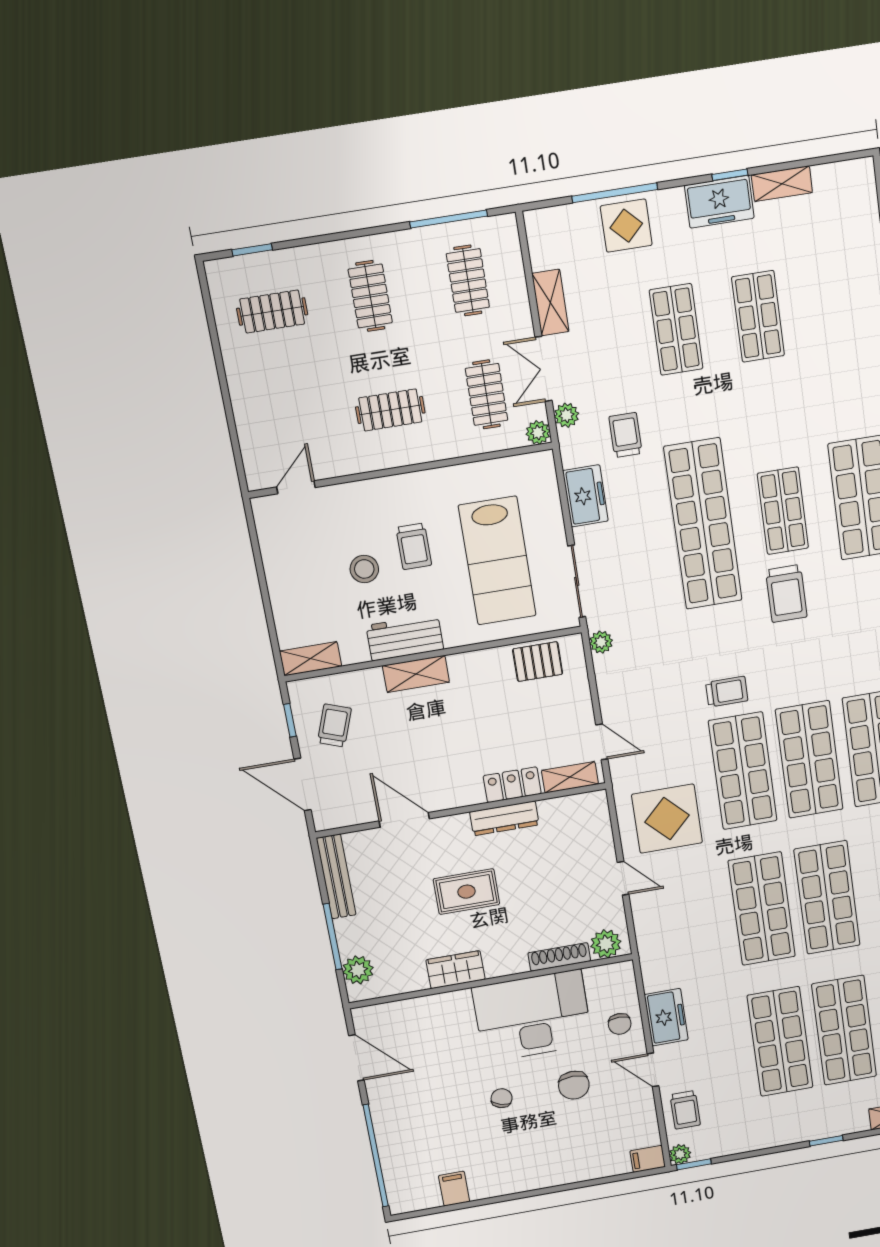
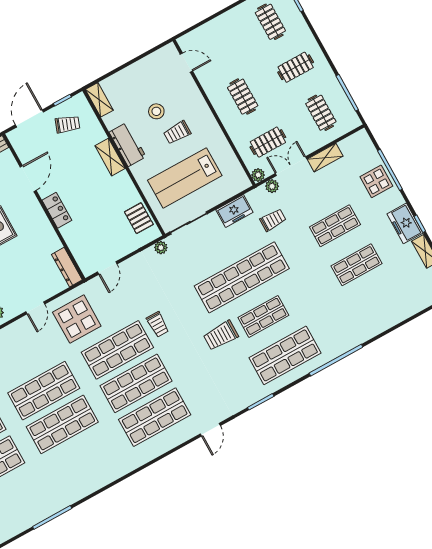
clothes rail: (468, 281) -> (321, 113), turned 90
shelving: (570, 777) -> (82, 258), removed
locker: (512, 785) -> (57, 210), moved
dresser: (504, 818) -> (67, 267), moved

